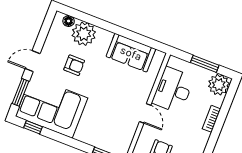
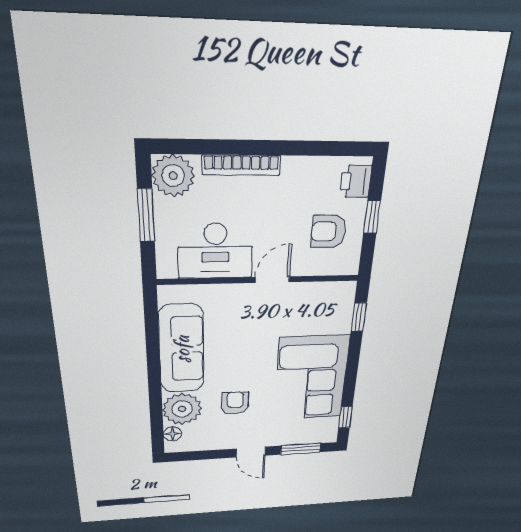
sofa: (131, 53) -> (182, 349), width x1.36
corner sofa: (52, 107) -> (311, 378), moved
bookcase: (212, 119) -> (242, 165), width x1.56

